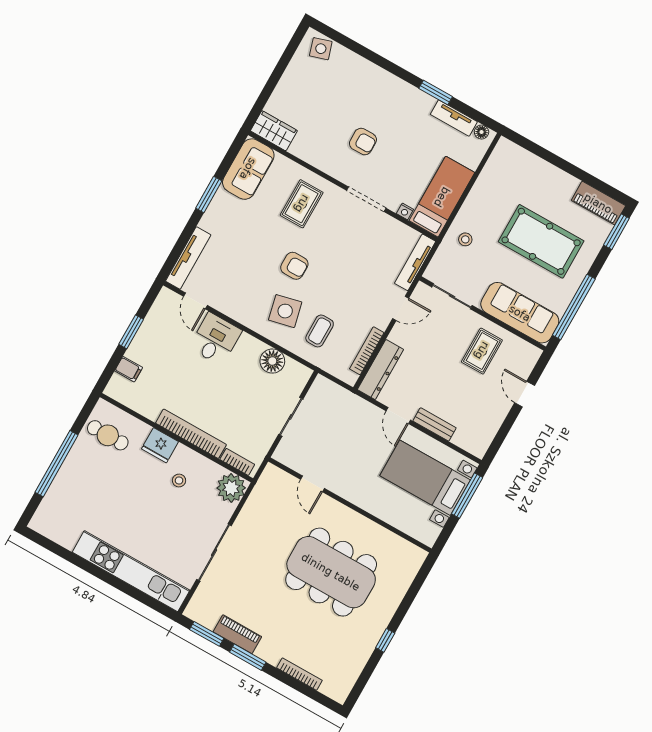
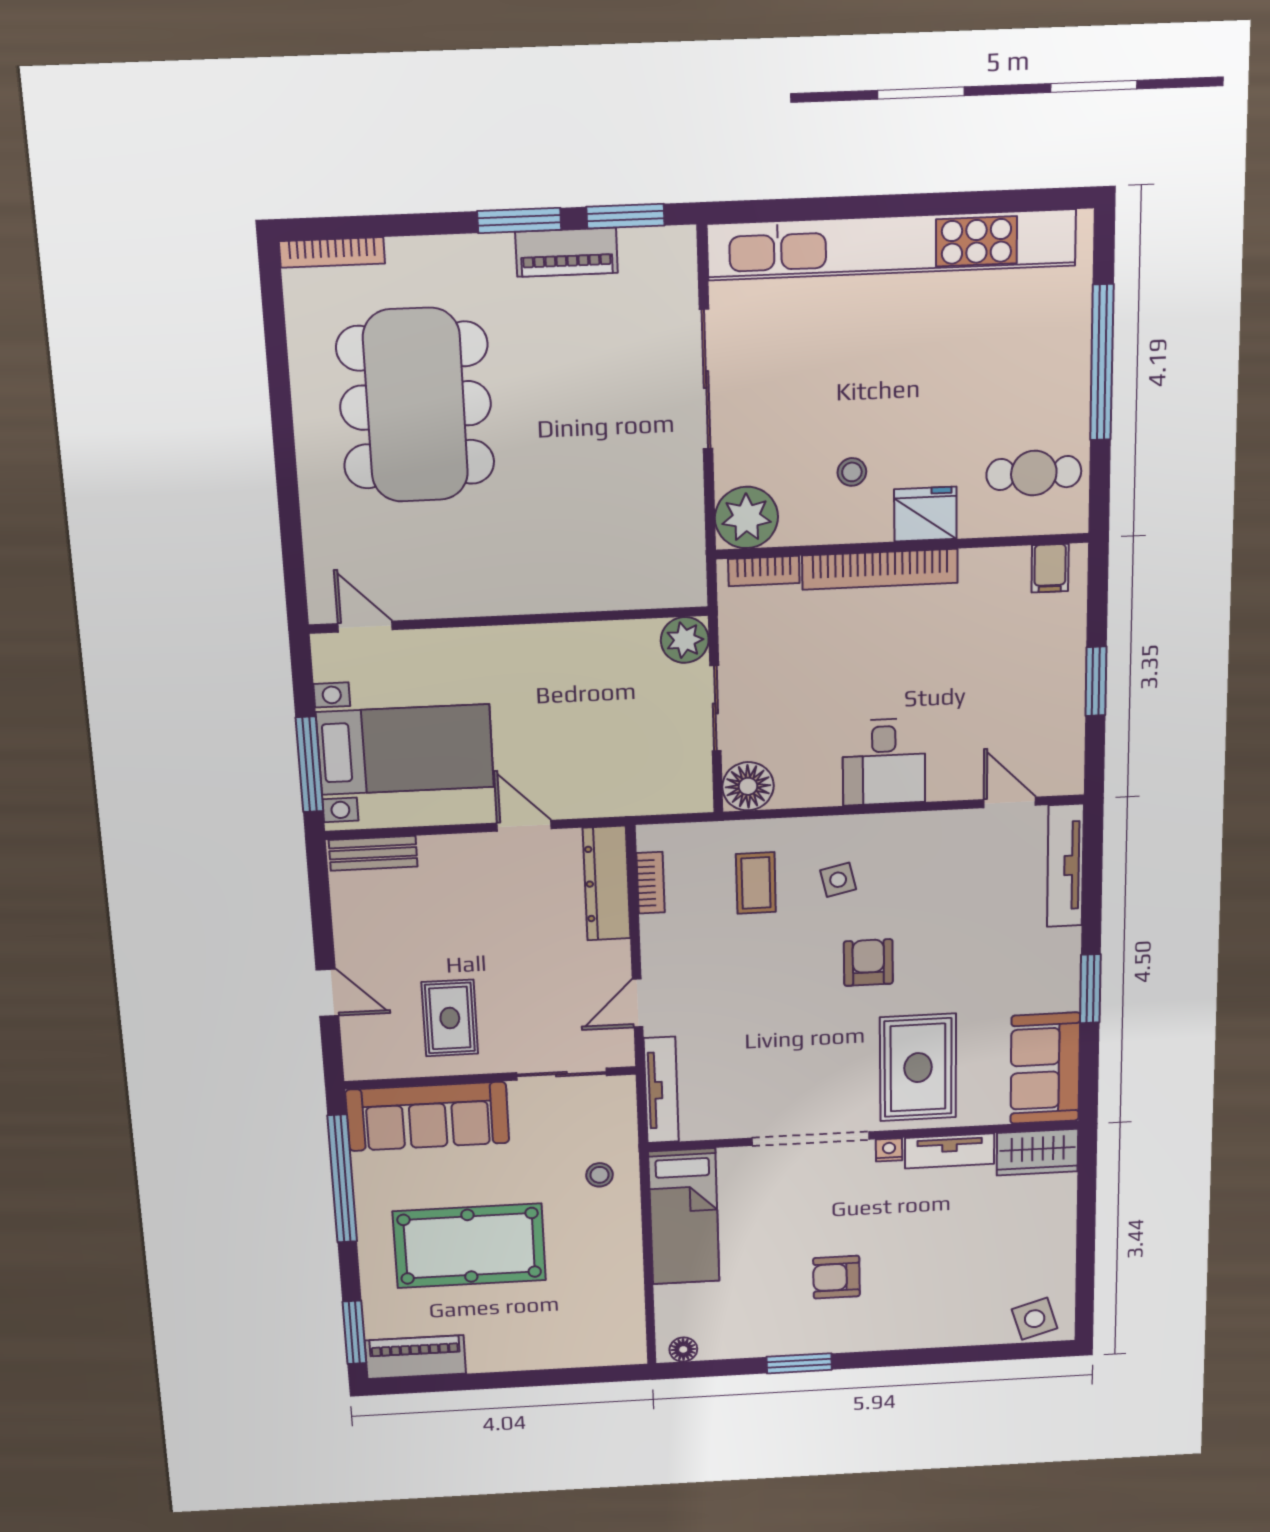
tv unit: (454, 118) -> (950, 1151), moved, turned 180
armchair: (363, 142) -> (836, 1277), moved
doorway: (366, 199) -> (811, 1139), width x1.36
rug: (302, 204) -> (918, 1068), width x1.36, depth x1.43
nightstand: (405, 211) -> (889, 1150), moved
armchair: (294, 266) -> (868, 963), turned 90
side table: (285, 311) -> (838, 880), width x0.54, depth x0.54
desk: (215, 339) -> (884, 762), moved
bookcase: (367, 351) -> (651, 883), width x0.64
floor lamp: (272, 361) -> (748, 786), moved
filing cabinet: (129, 369) -> (1050, 568), moved, turned -90
bench: (435, 424) -> (373, 853), moved
plant: (286, 453) -> (685, 640), added
door: (312, 484) -> (365, 627), moved
kitchen unit: (131, 571) -> (892, 245), width x1.36
dining table: (331, 572) -> (416, 405), moved, turned 90
window: (385, 640) -> (282, 415), removed
bookcase: (299, 674) -> (332, 252), moved

